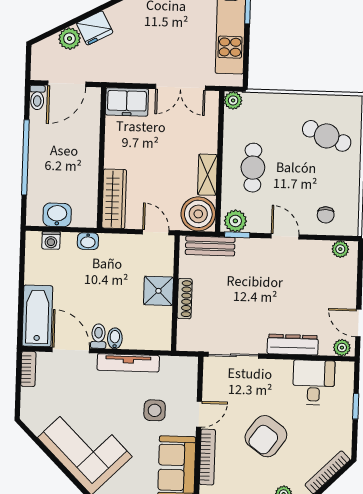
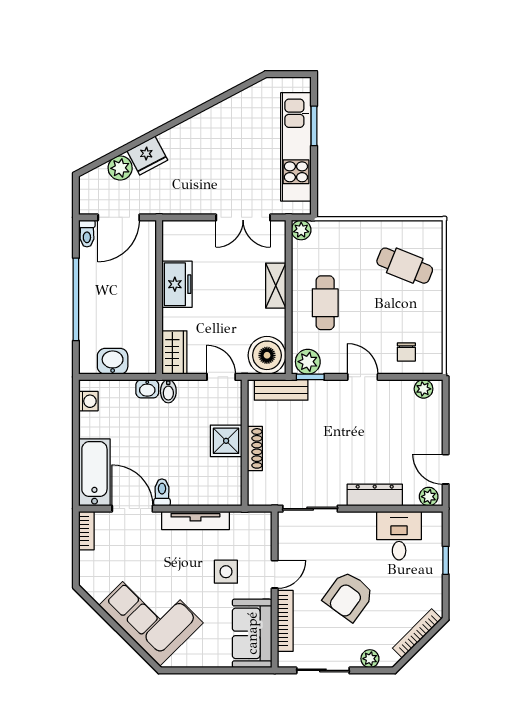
freezer: (127, 102) -> (177, 284), moved, turned -90
shelving: (207, 175) -> (276, 286), moved
wardrobe: (114, 199) -> (174, 352), width x0.67
washing machine: (51, 240) -> (88, 401), moved, turned -90
bidet: (115, 338) -> (168, 391), moved, turned 180

